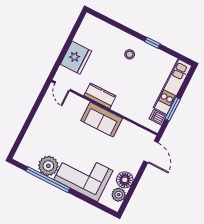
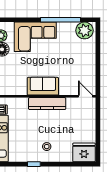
fridge: (76, 58) -> (84, 152), moved, turned 90
kitchen counter: (100, 96) -> (47, 104), width x1.50
plant: (48, 166) -> (84, 30), moved

